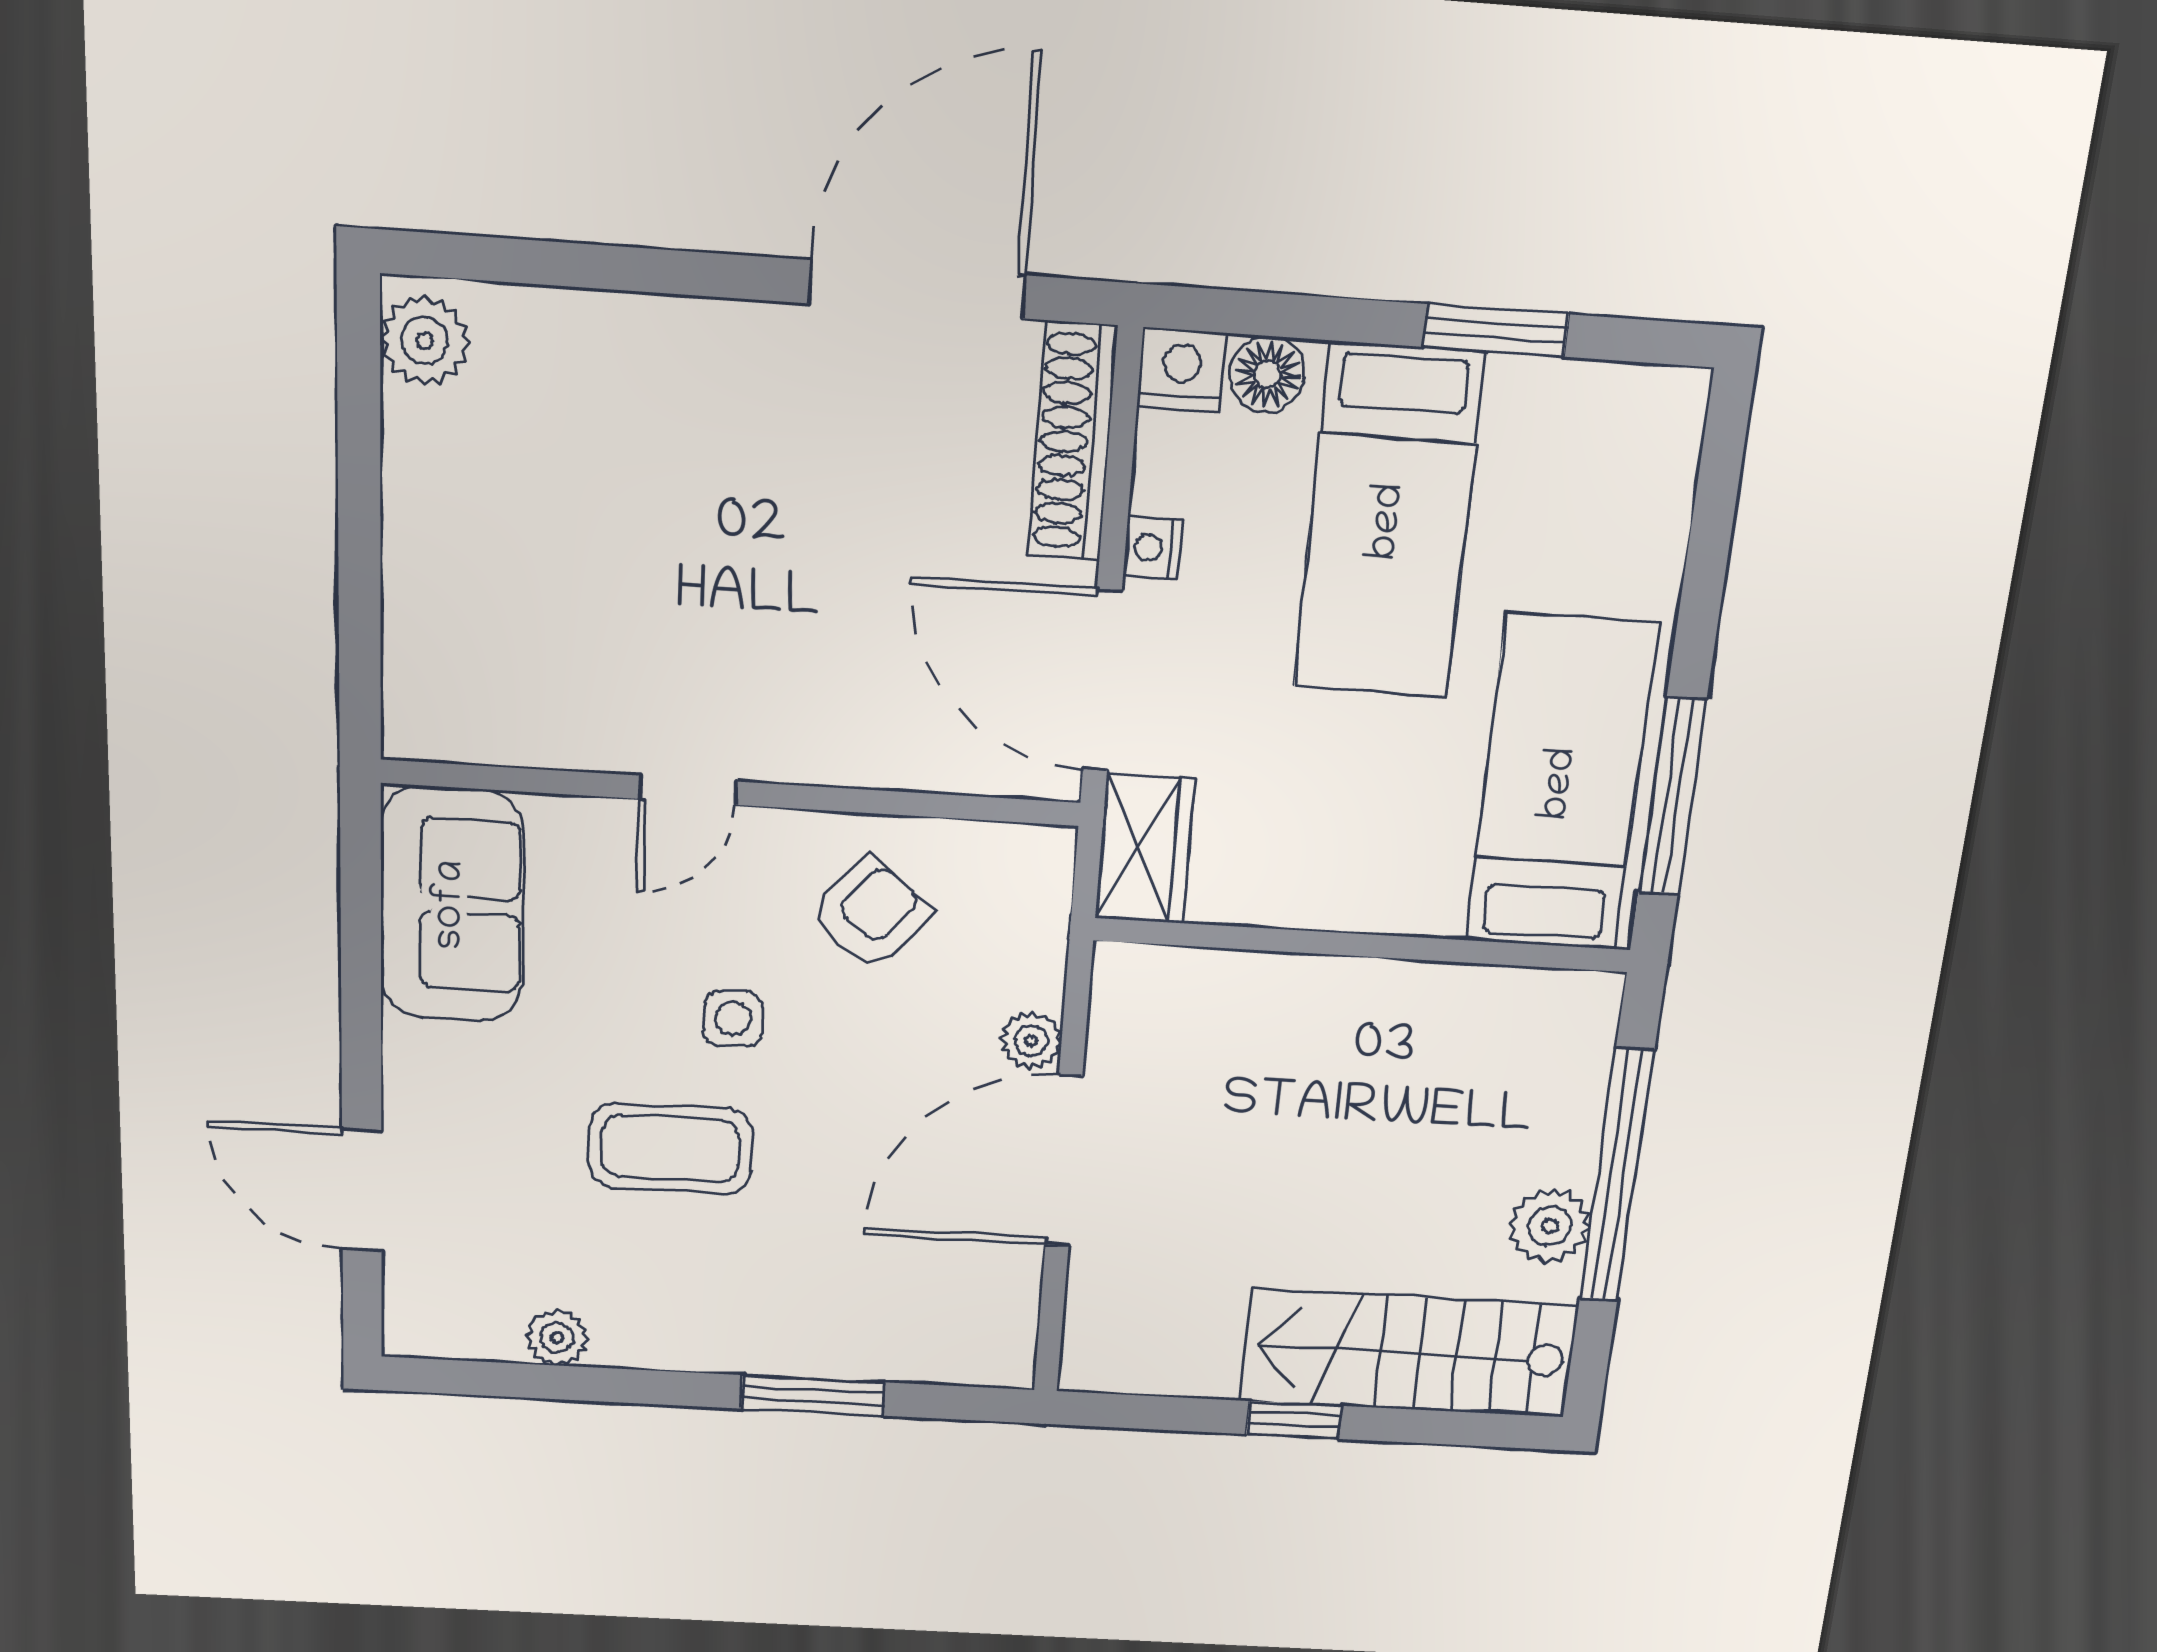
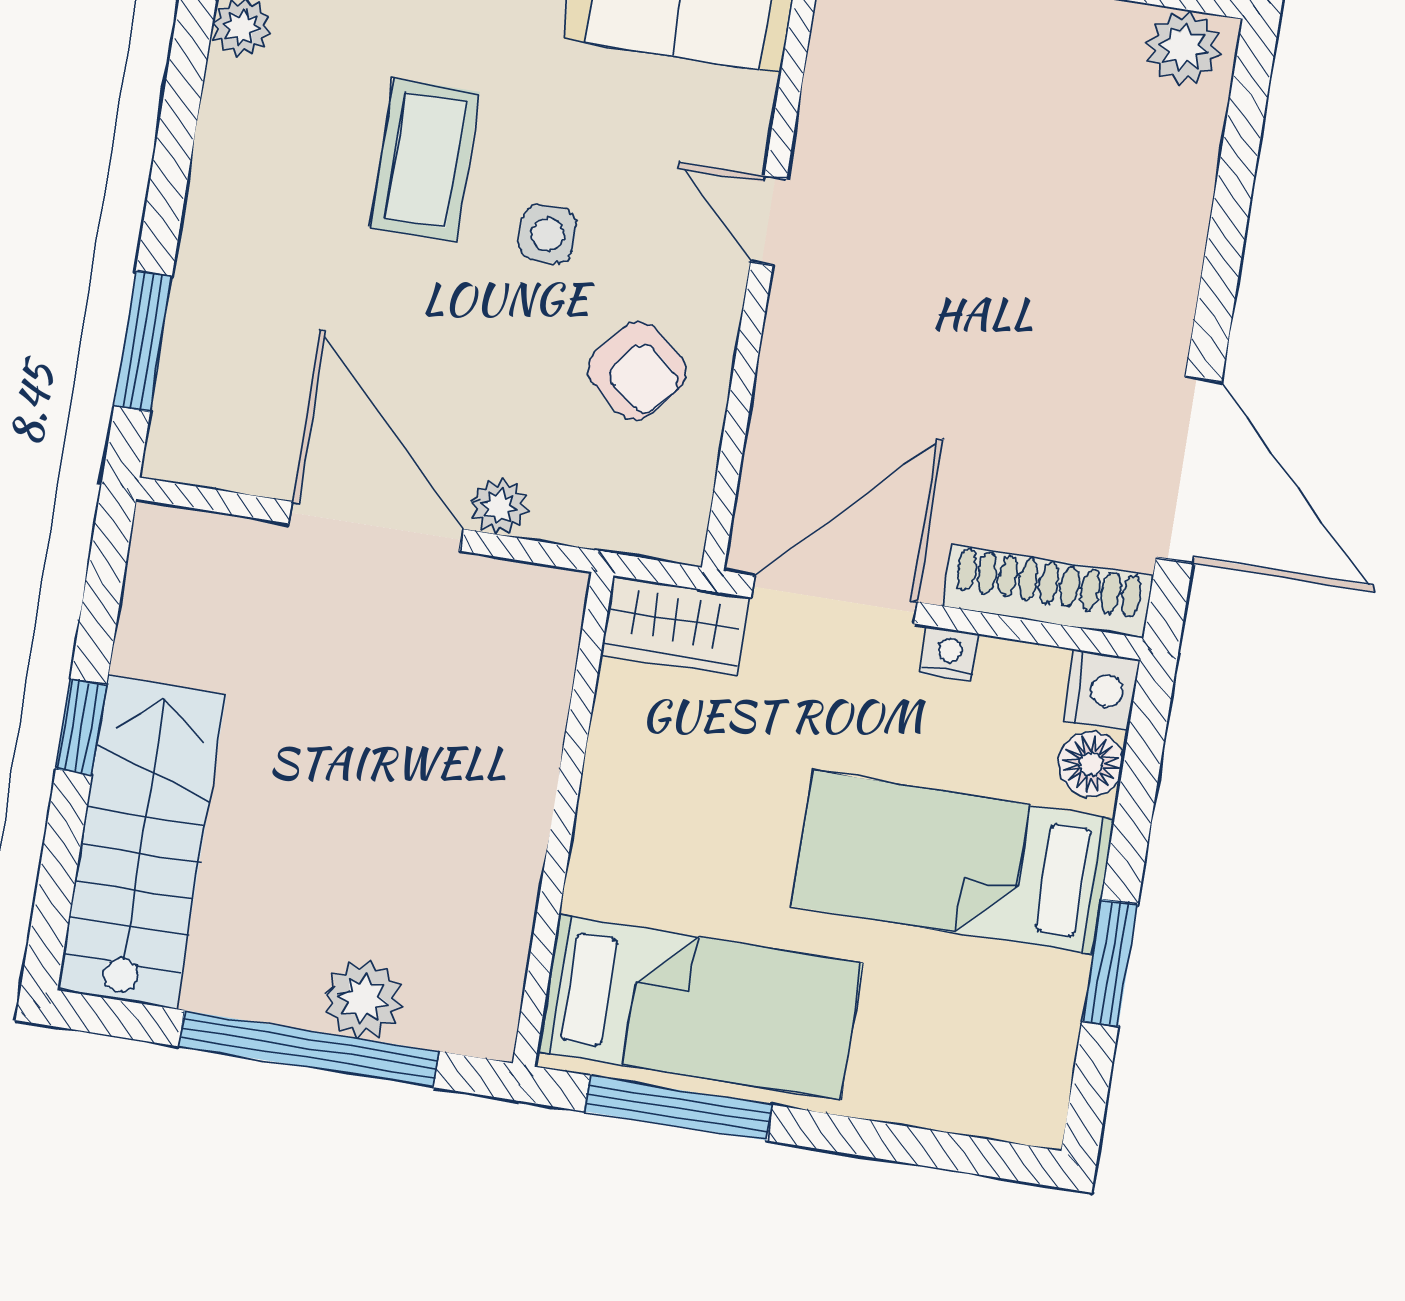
plant: (1550, 1226) -> (363, 999), moved
window: (813, 1395) -> (143, 341), moved

